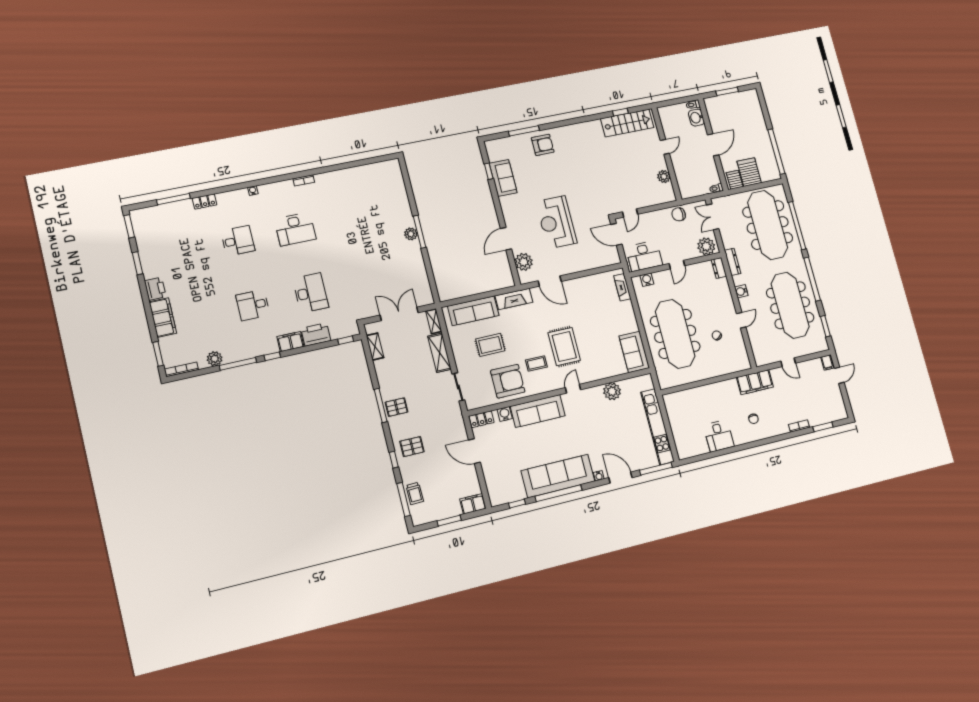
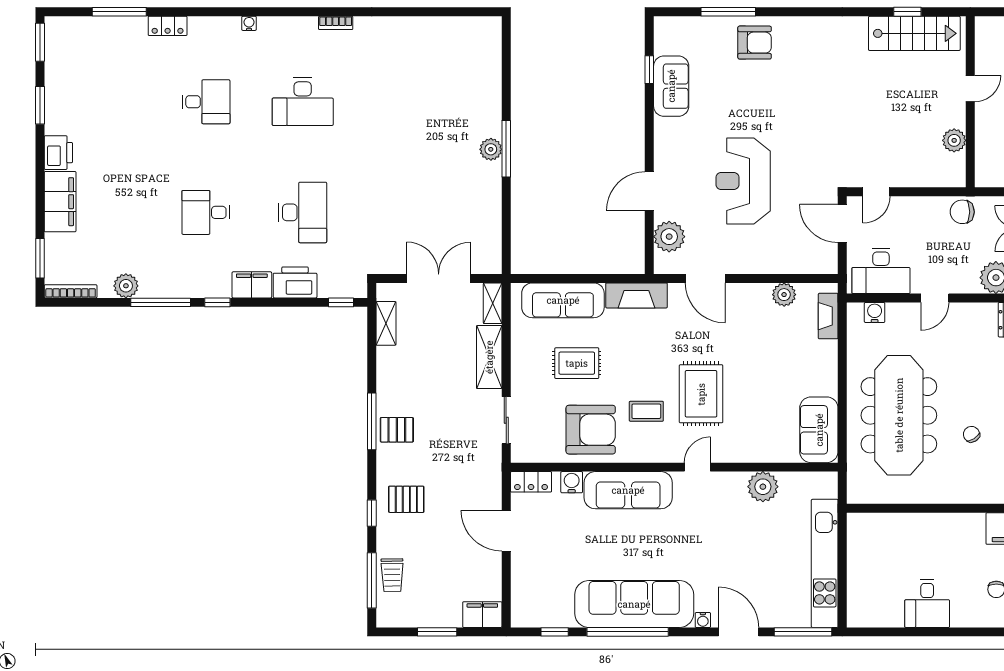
plant: (595, 281) -> (784, 295), added

